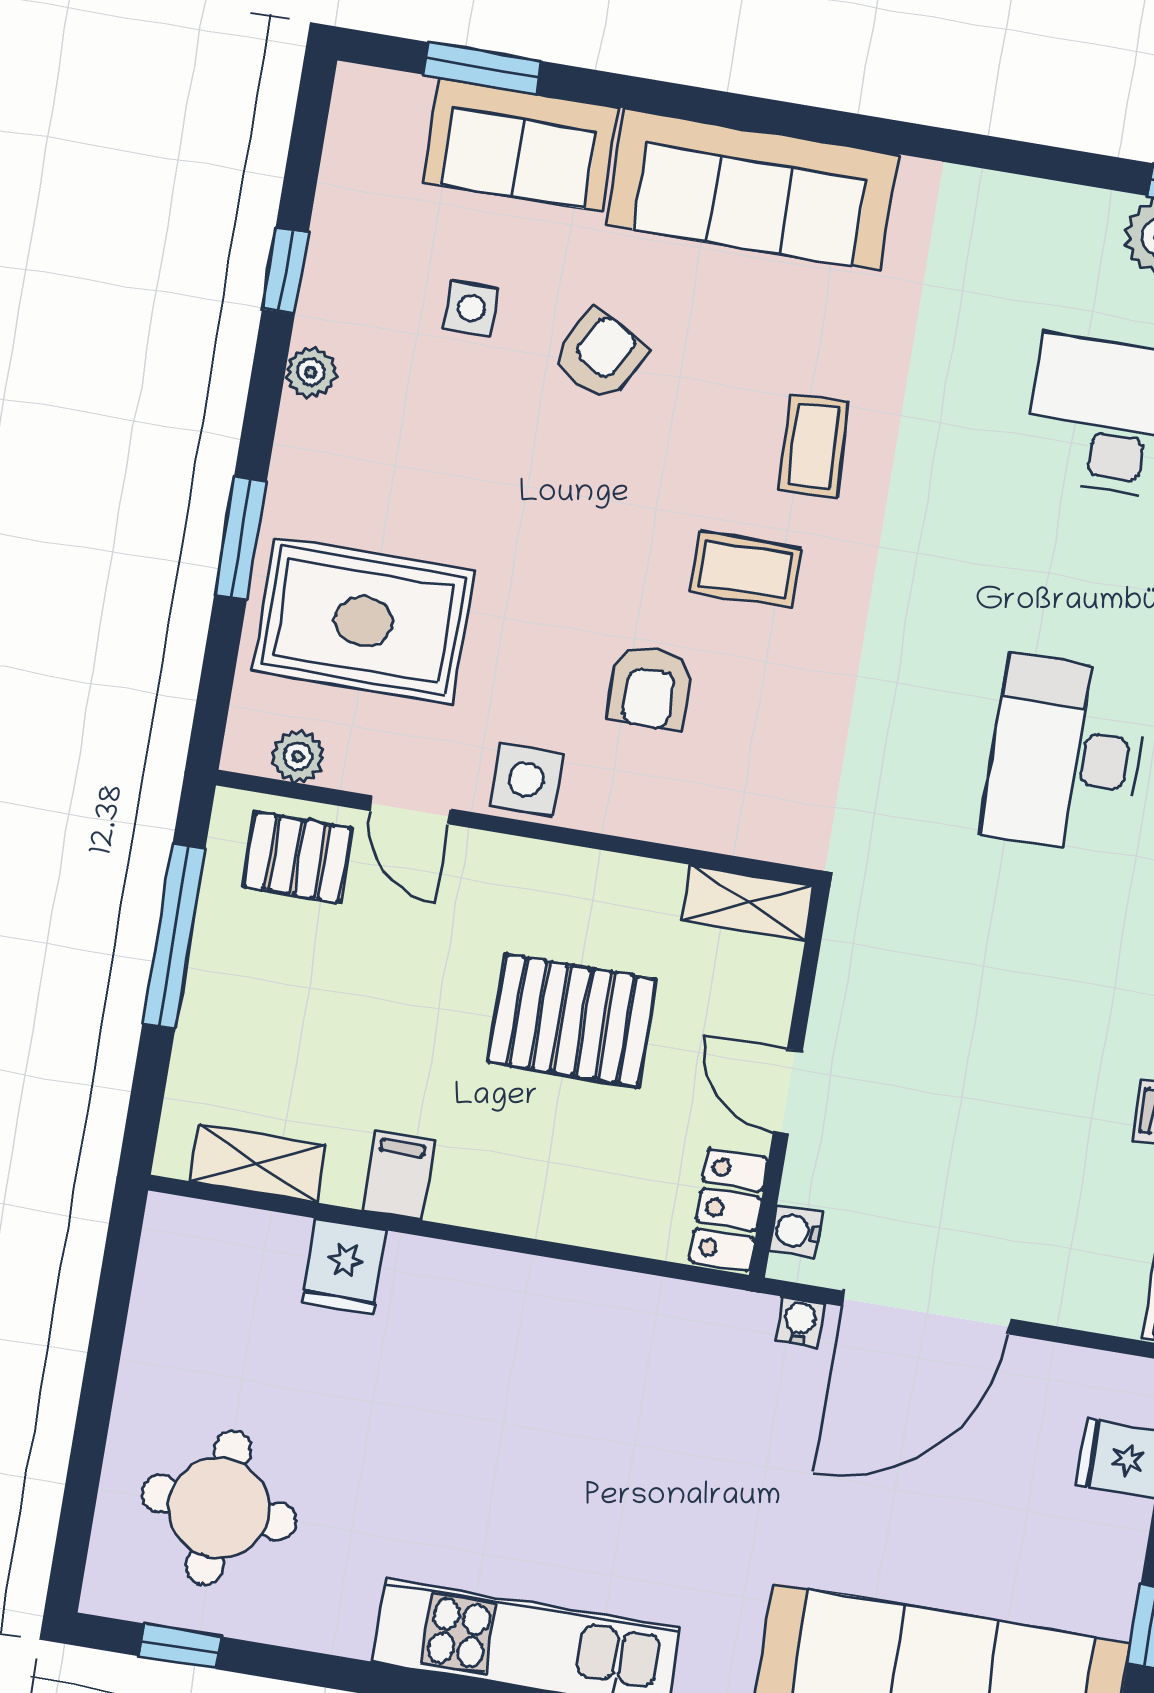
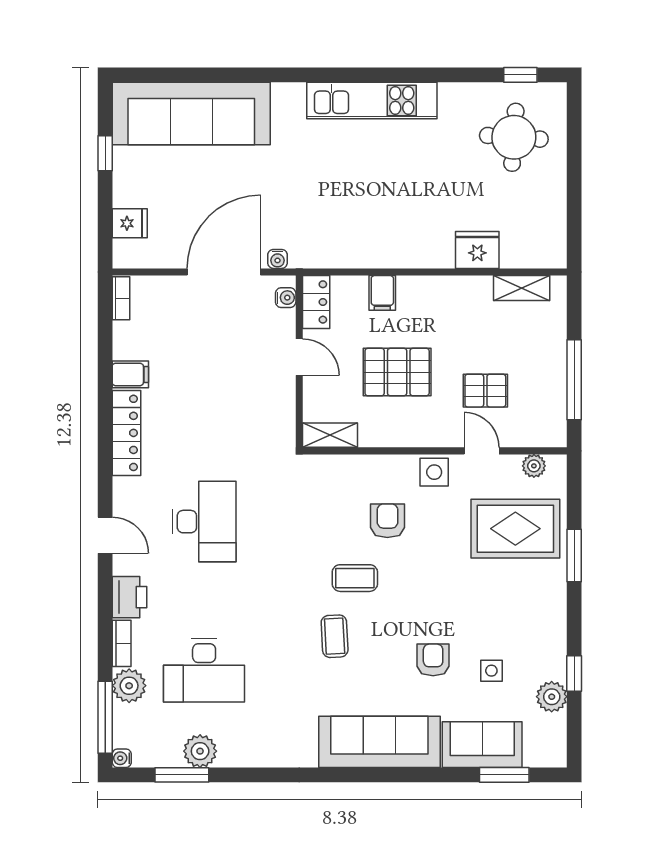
armchair: (600, 355) -> (433, 660), turned 150
plant: (311, 372) -> (552, 697), moved, width x1.38, depth x1.38
pallet: (297, 857) -> (485, 391), moved
filing cabinet: (398, 1176) -> (382, 293), moved
fridge: (344, 1267) -> (477, 250), width x1.38

